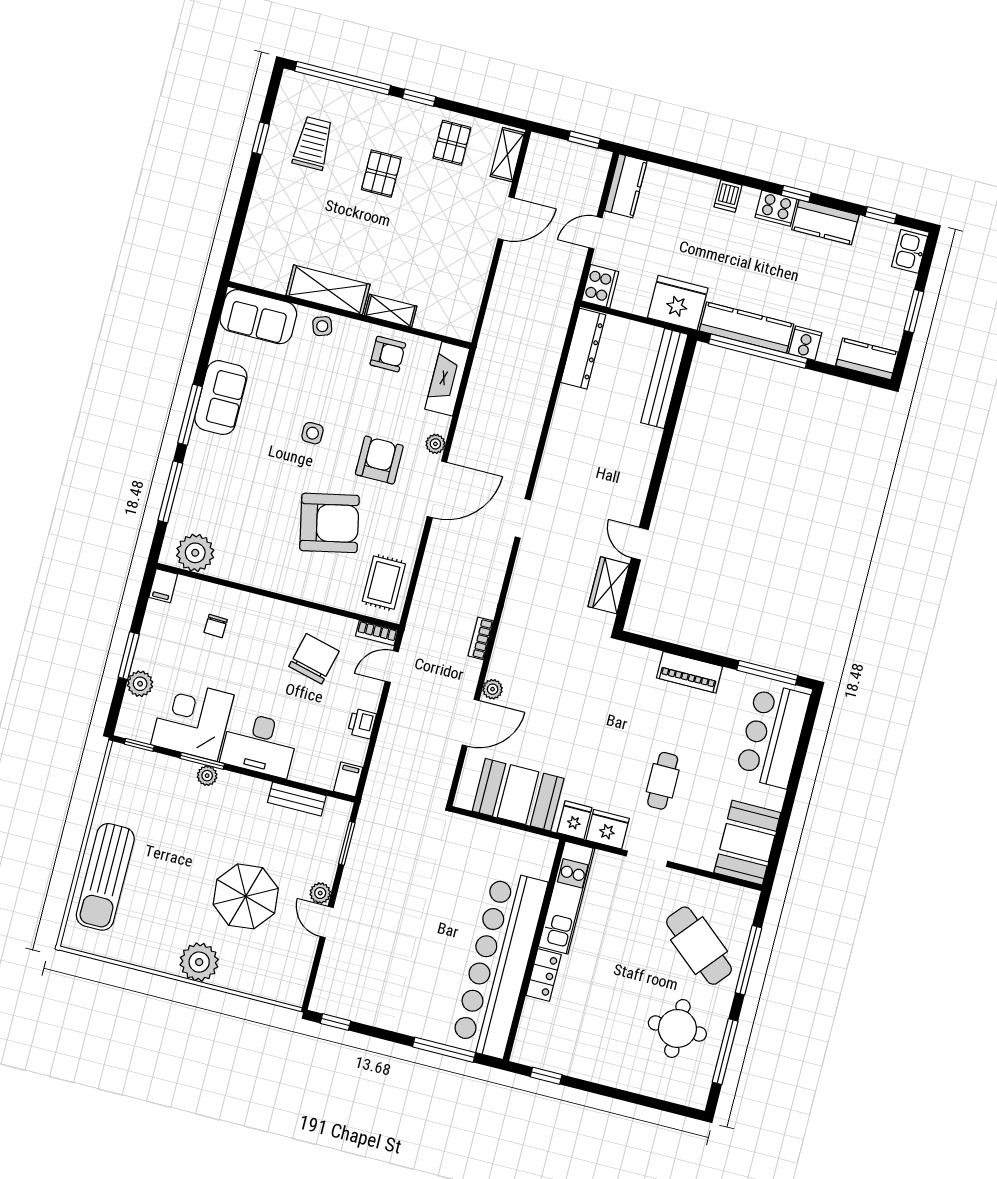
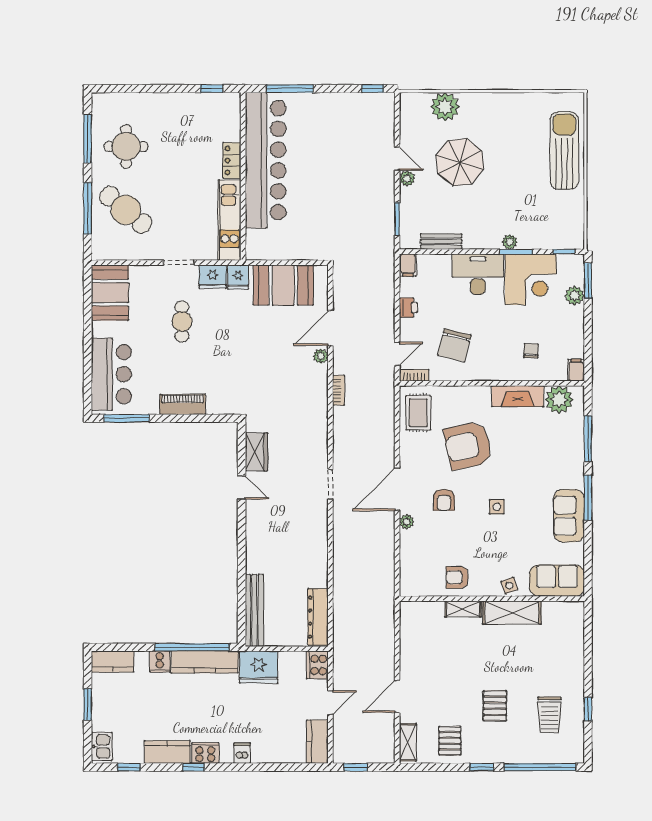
fireplace: (447, 379) -> (518, 396), moved, turned 90
armchair: (379, 460) -> (444, 500), width x0.72, depth x0.72
window: (129, 656) -> (588, 281), moved
plant: (199, 962) -> (445, 107), moved

